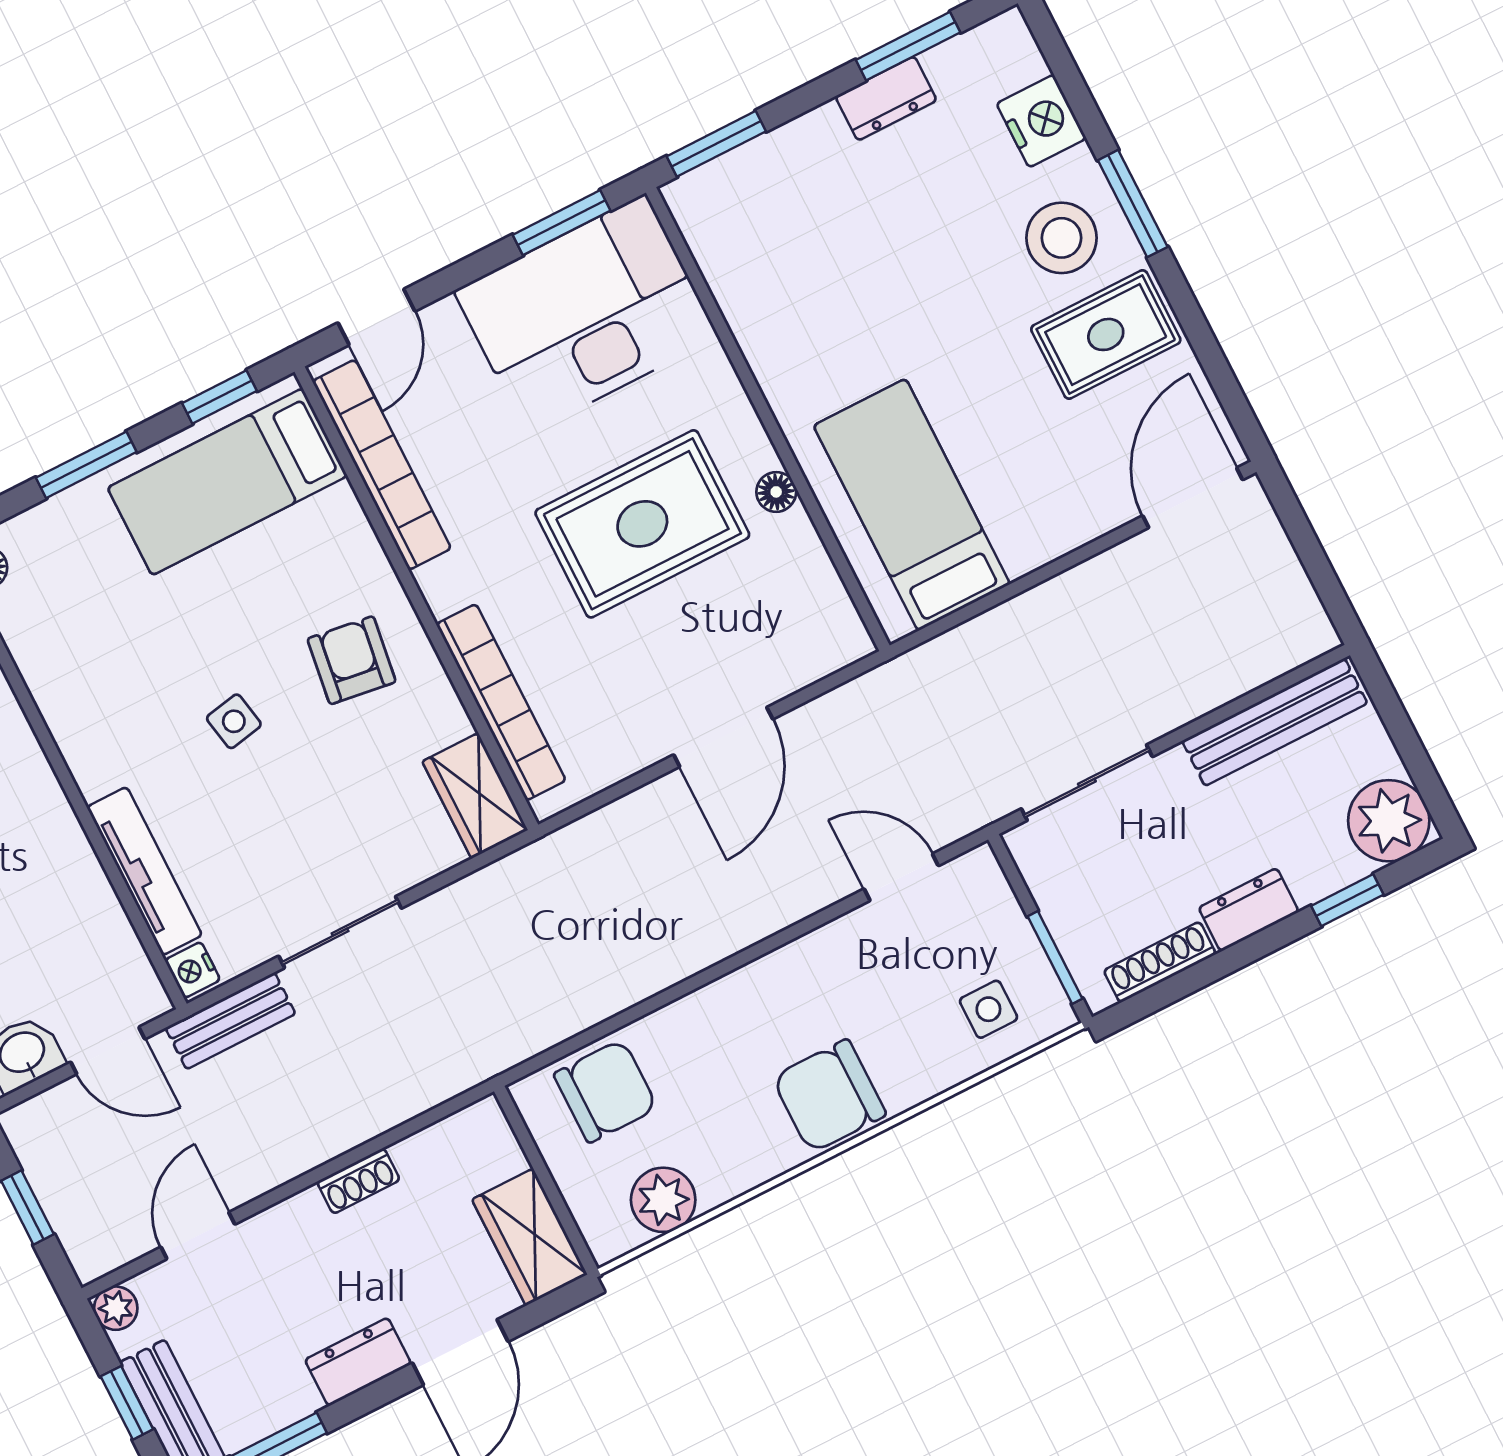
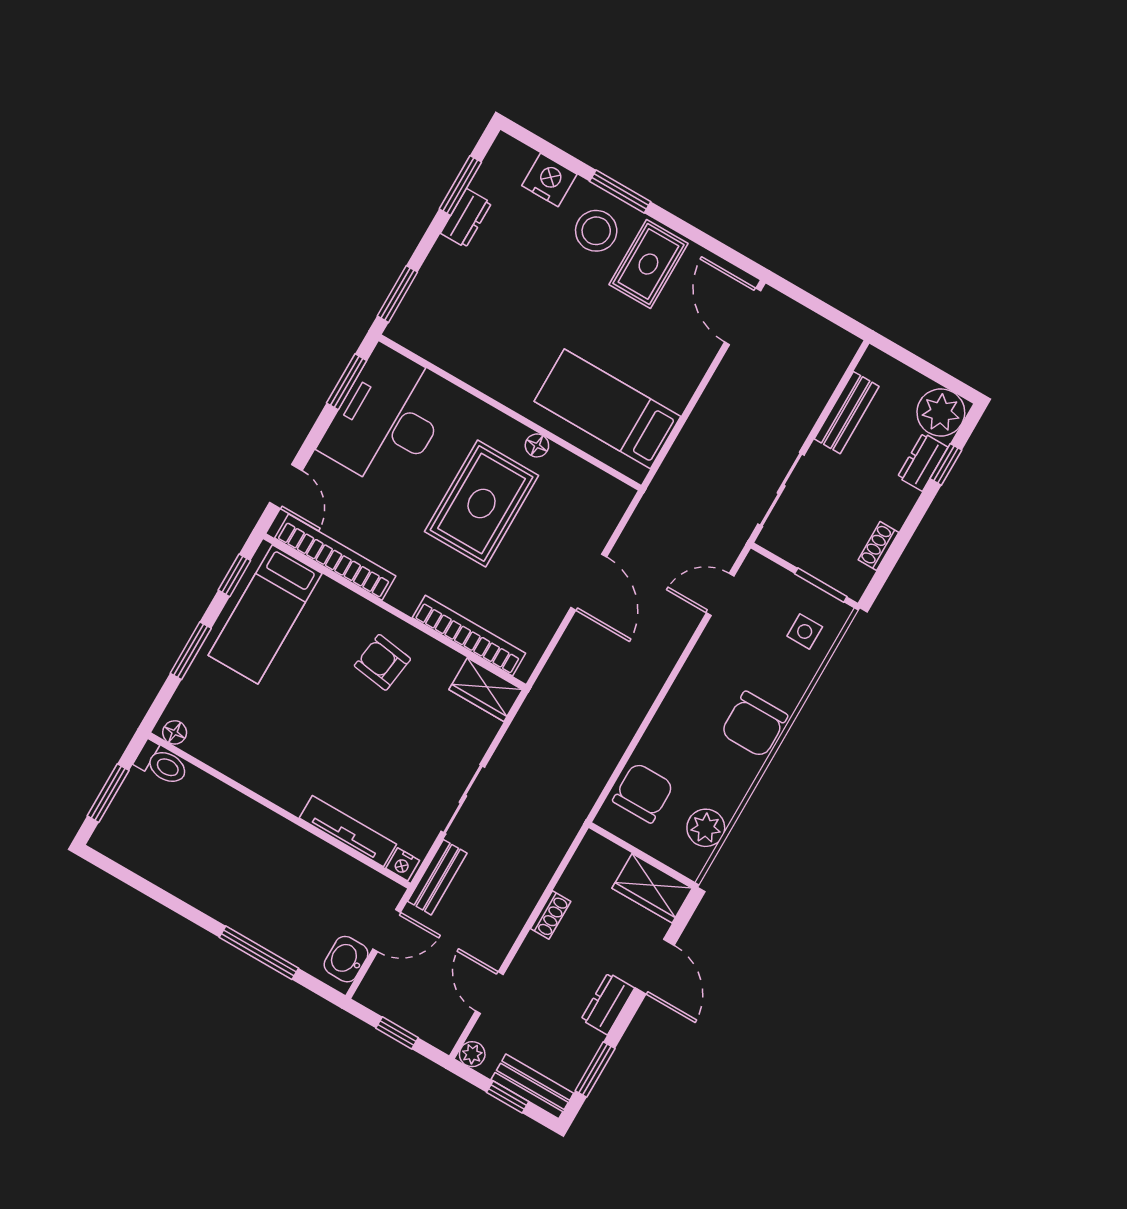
side table: (234, 721) -> (344, 730), removed
bench: (1275, 722) -> (847, 413), width x0.73
dresser: (1249, 910) -> (923, 462), moved
shoe rack: (1160, 962) -> (878, 546), width x0.70

